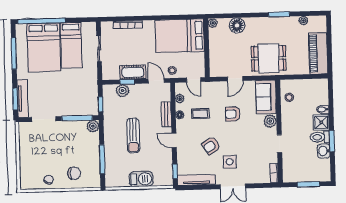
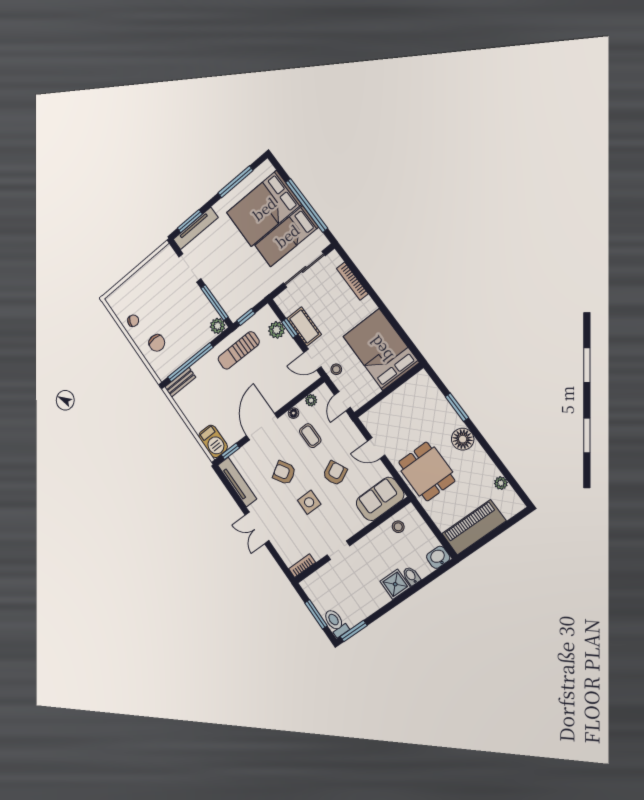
window: (279, 14) -> (457, 407), moved
window: (41, 21) -> (307, 205), moved
plant: (213, 23) -> (422, 377), removed
floor lamp: (237, 25) -> (463, 439), moved
sliding door: (99, 48) -> (304, 269), width x1.37
door: (156, 81) -> (312, 360), swing flipped
bench: (166, 114) -> (180, 382), moved
armchair: (233, 114) -> (335, 473), turned 64
plant: (270, 121) -> (356, 522), removed
sun lounger: (133, 136) -> (239, 350), moved
toilet: (320, 137) -> (336, 623), moved
door: (174, 140) -> (262, 427), width x1.87
window: (332, 141) -> (354, 631), moved
washbasin: (324, 151) -> (438, 557), moved
window: (102, 159) -> (190, 362), width x1.46
side table: (230, 162) -> (309, 502), moved
barbecue: (141, 179) -> (213, 441), moved

